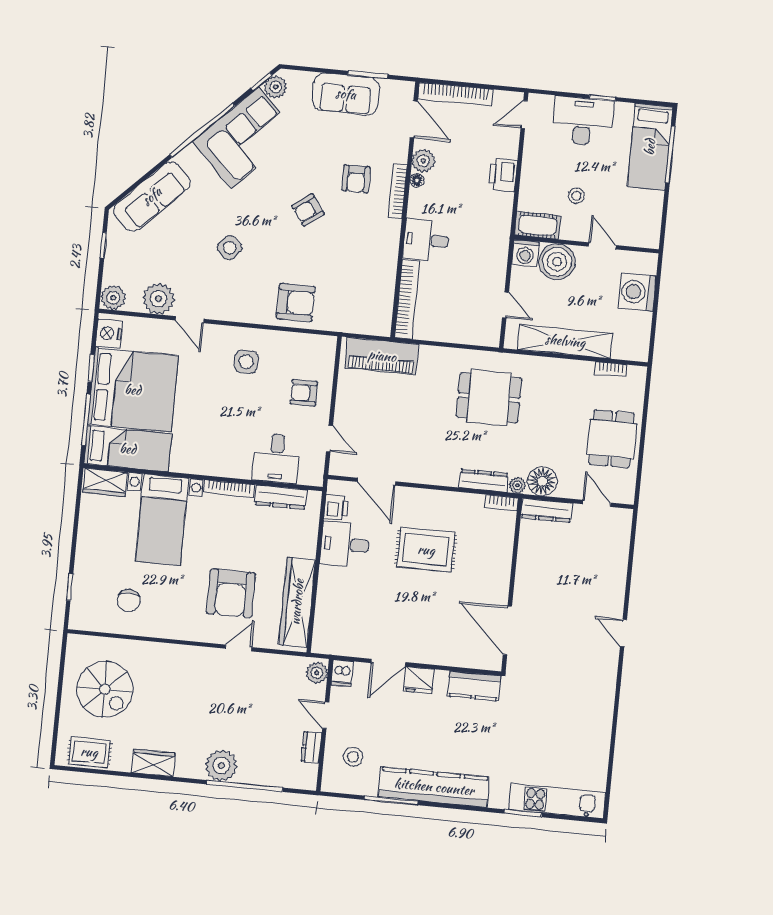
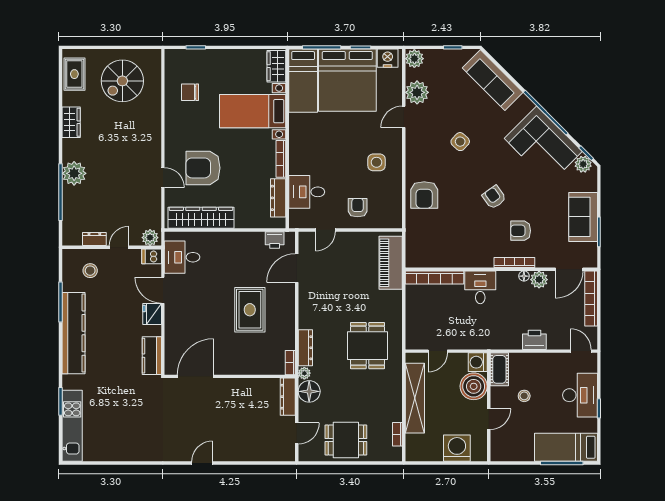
desk: (345, 544) -> (182, 257), moved, turned -90

